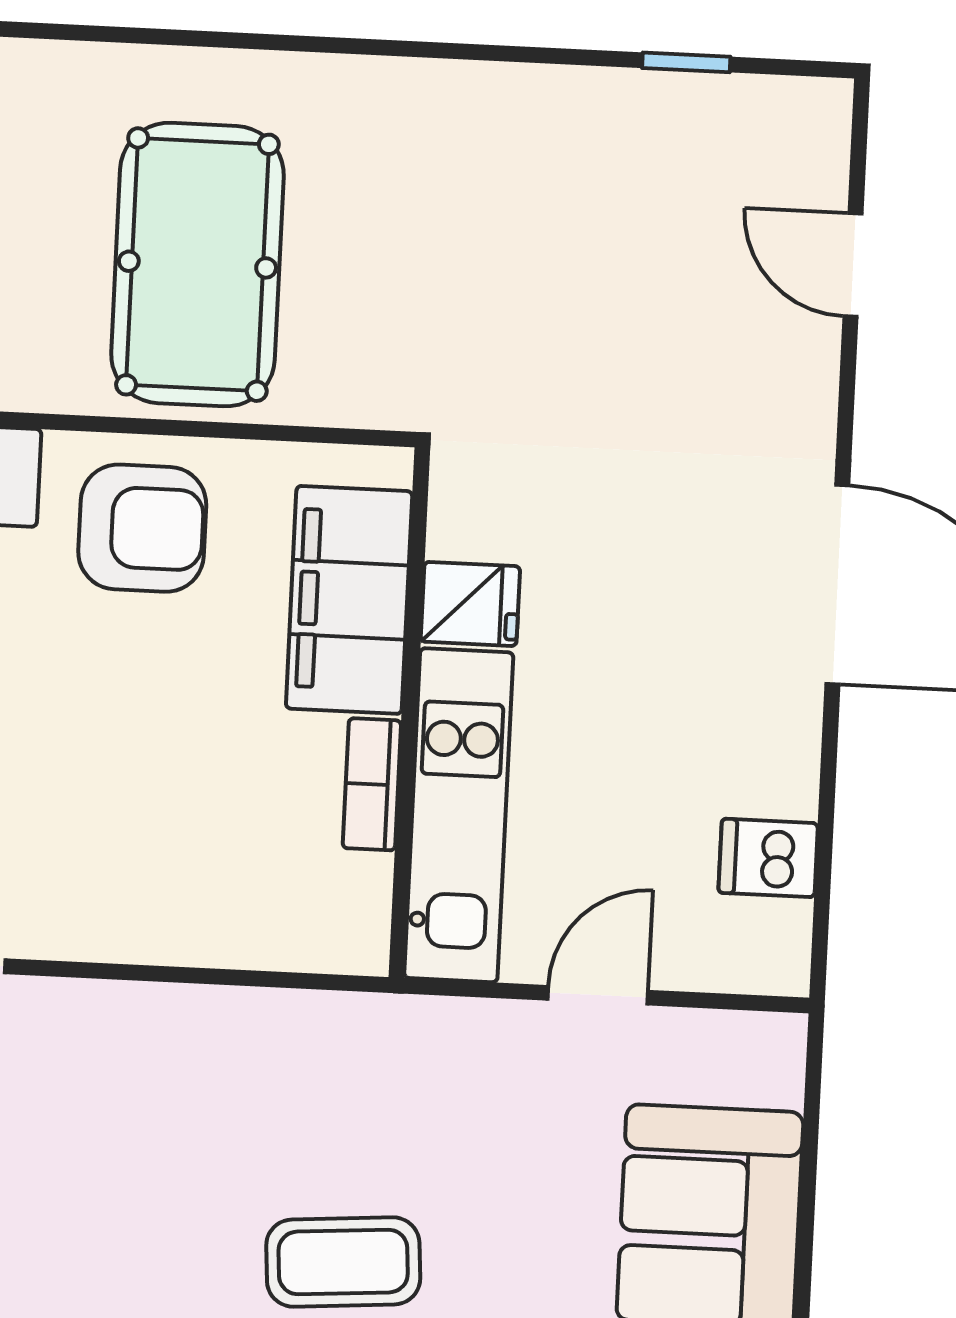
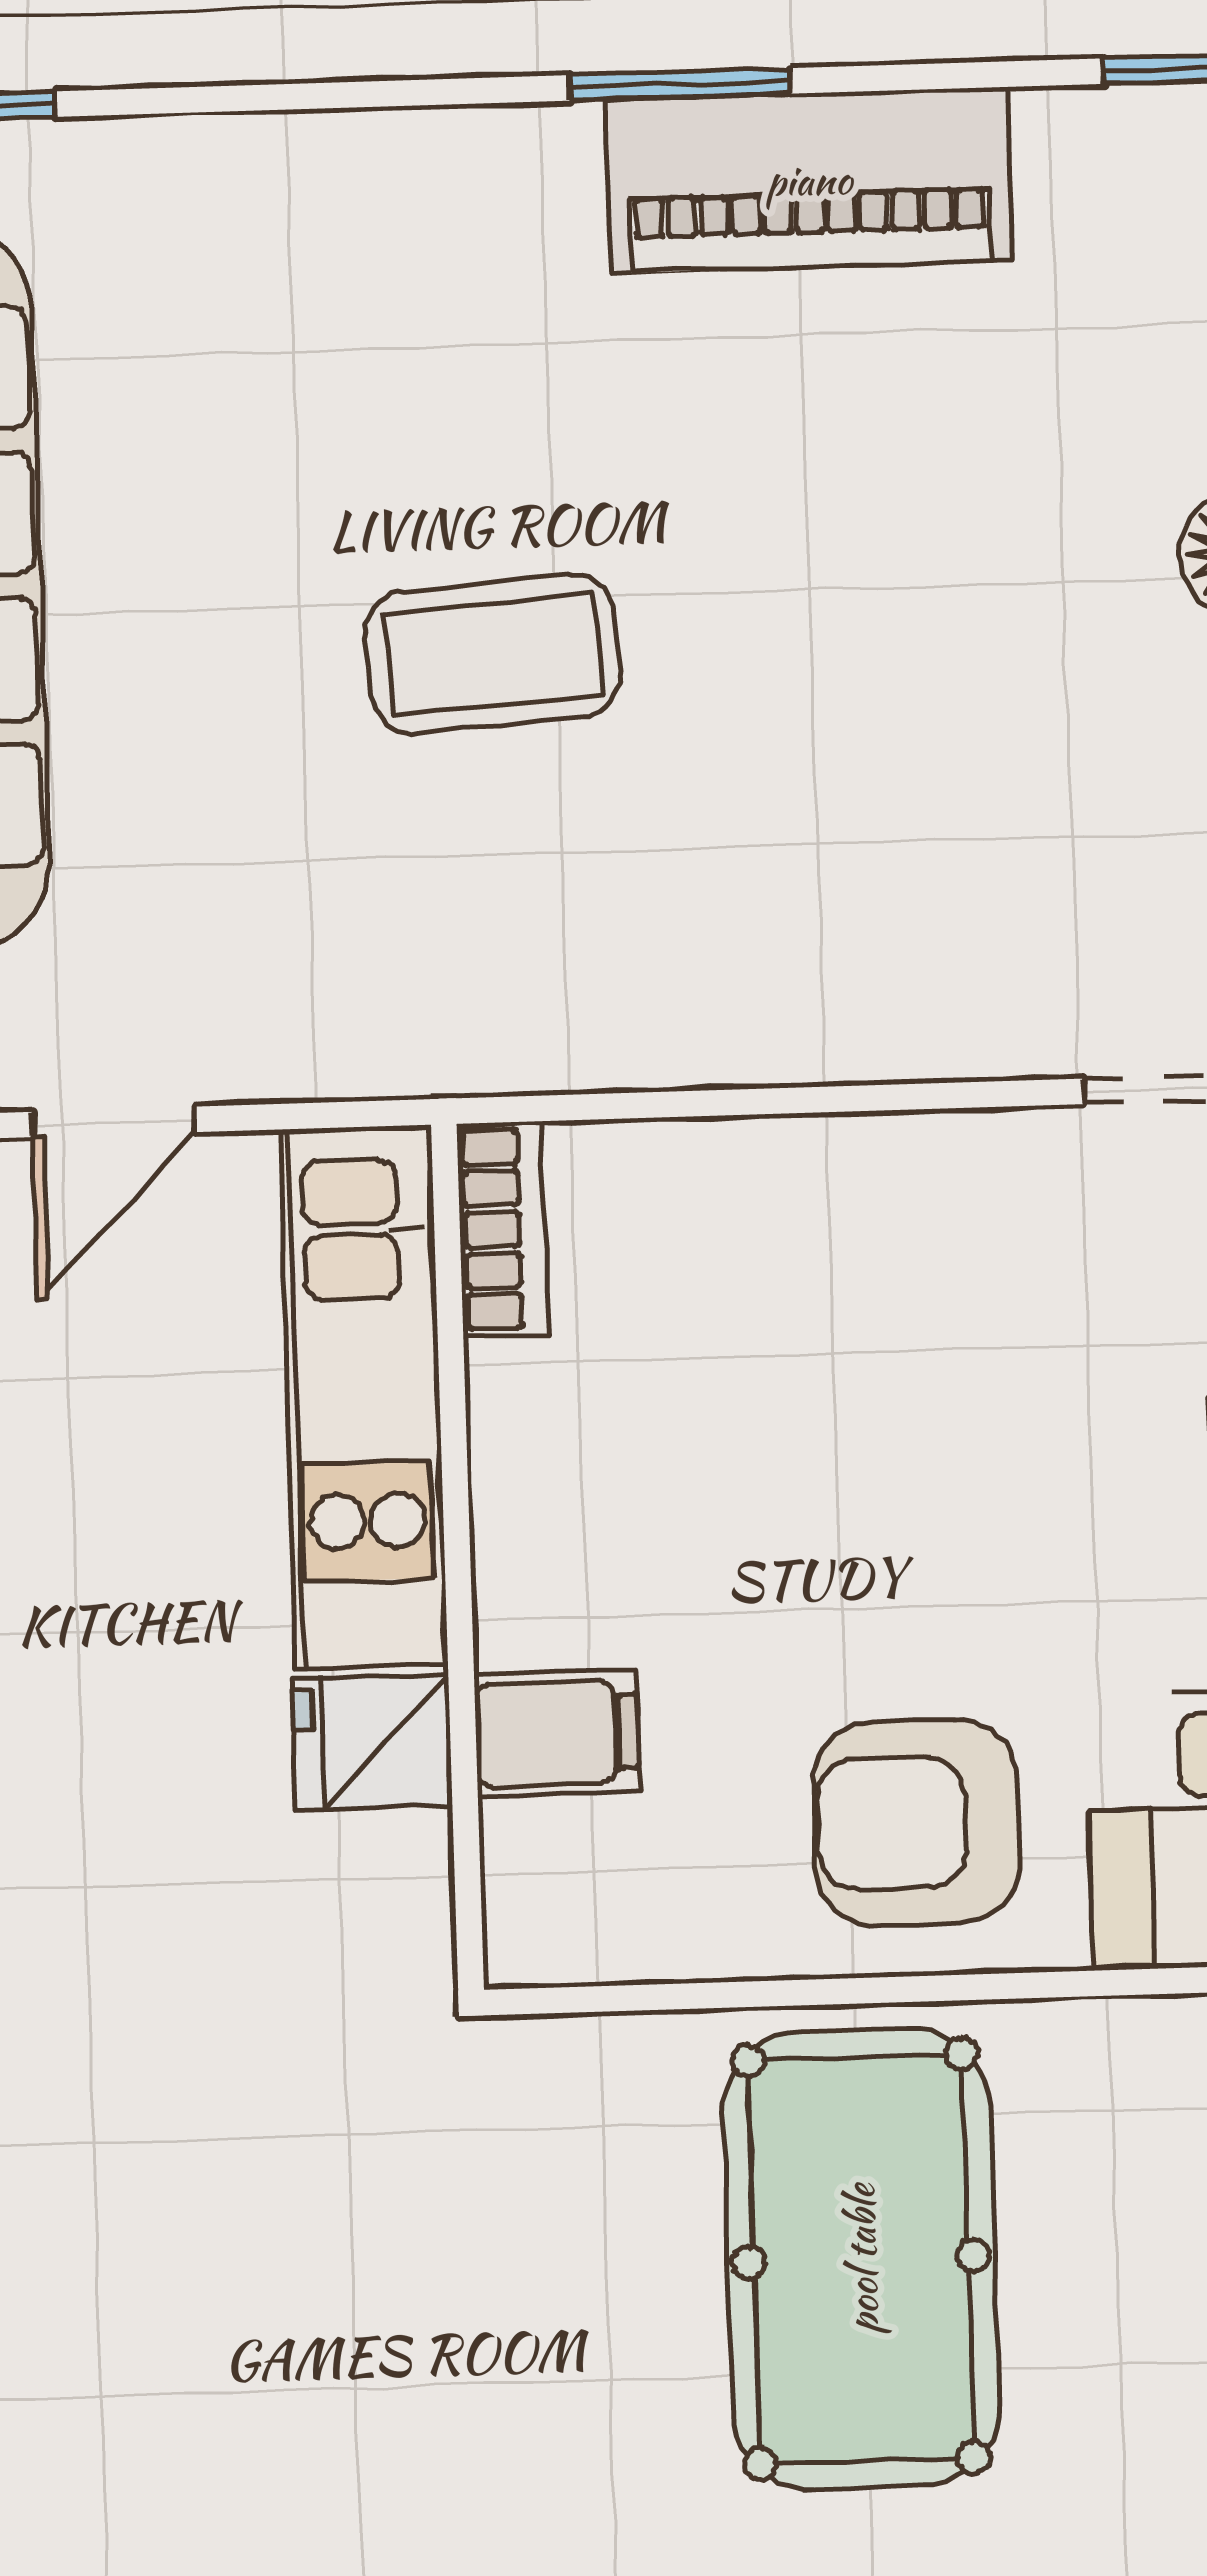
filing cabinet: (349, 600) -> (557, 1733), width x0.33, depth x0.86
bookcase: (372, 784) -> (502, 1229), moved

